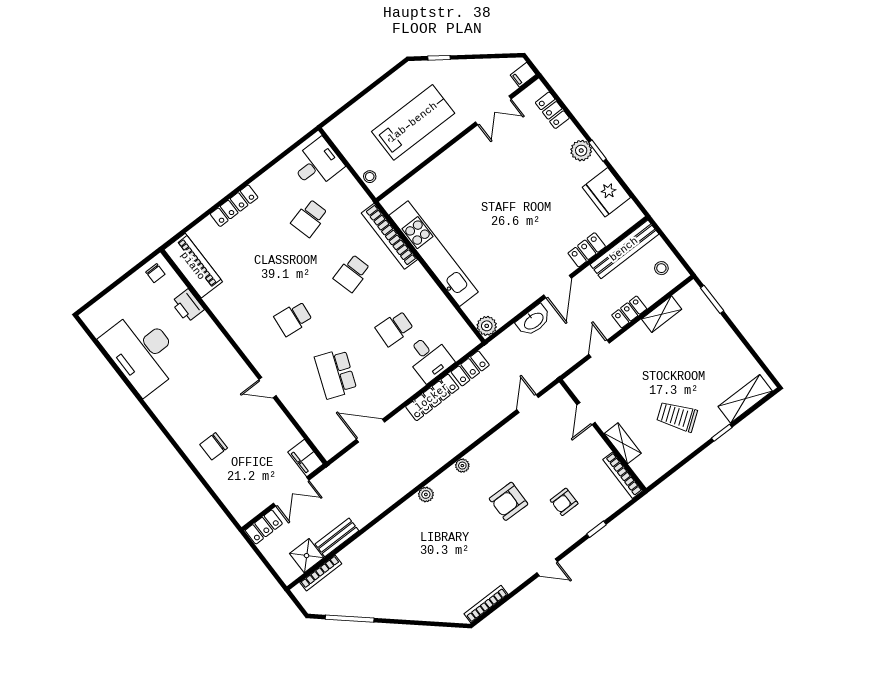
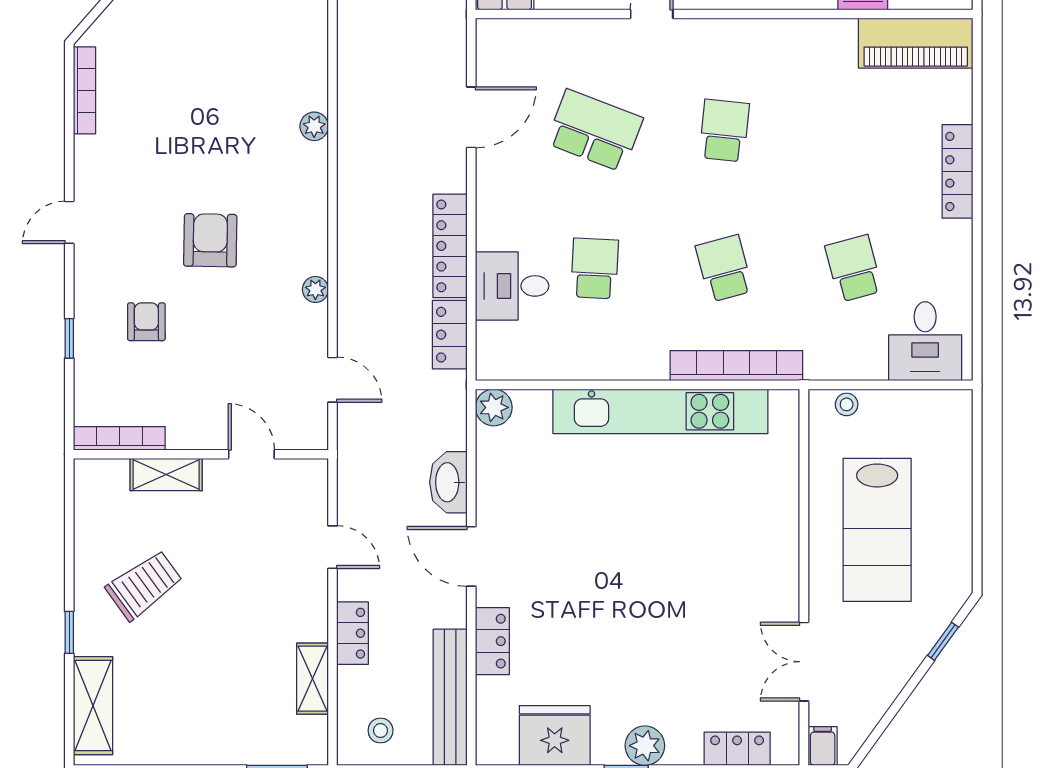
plant: (462, 466) -> (315, 289), moved

